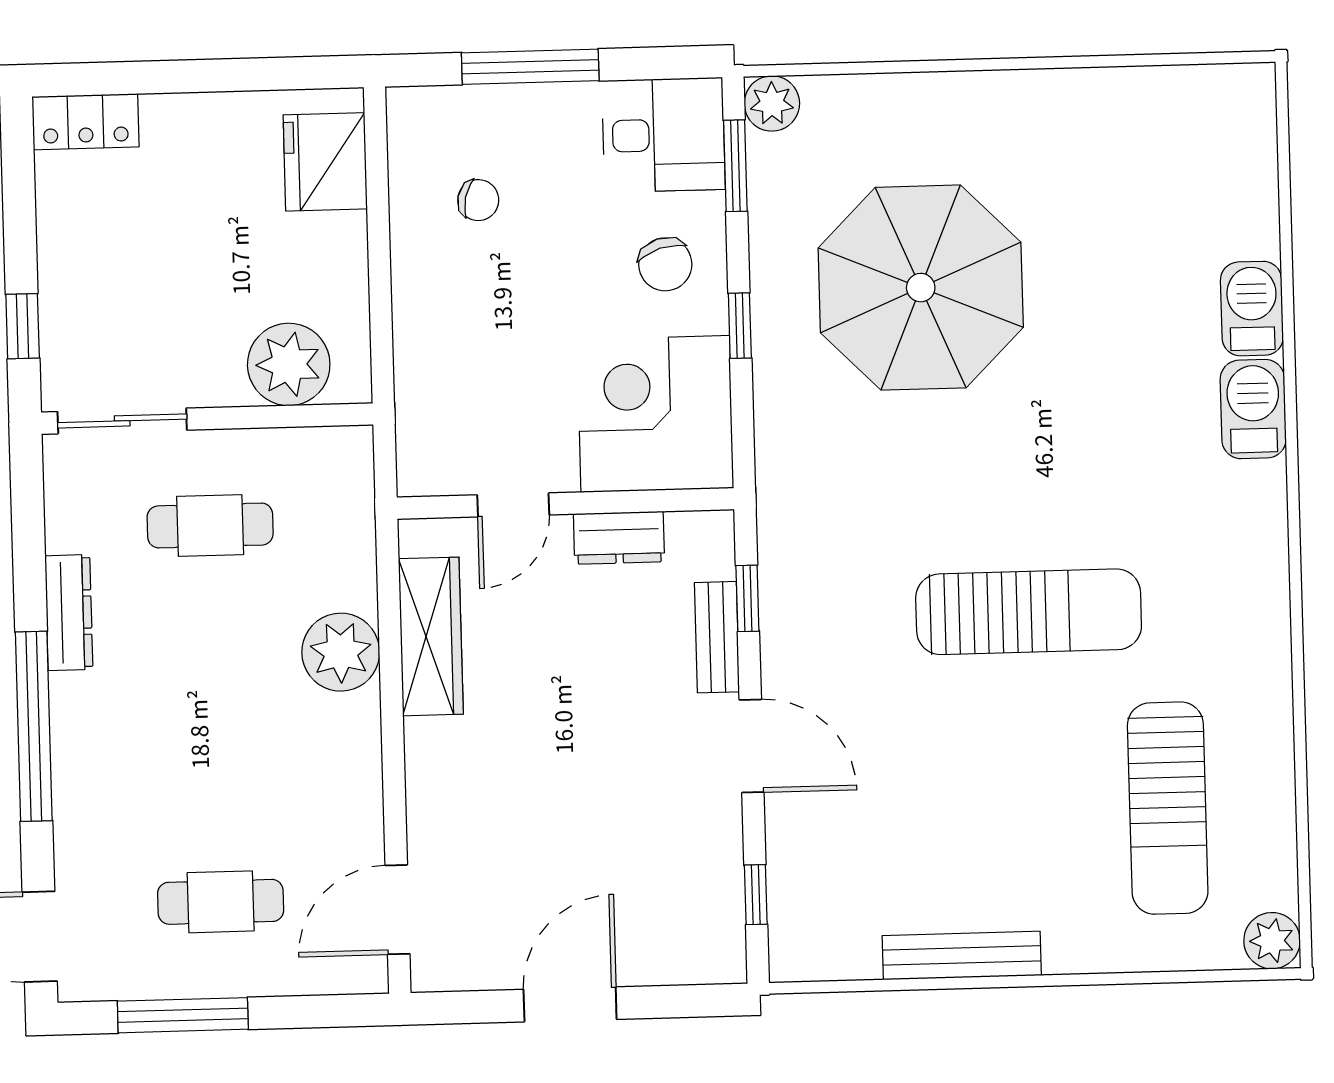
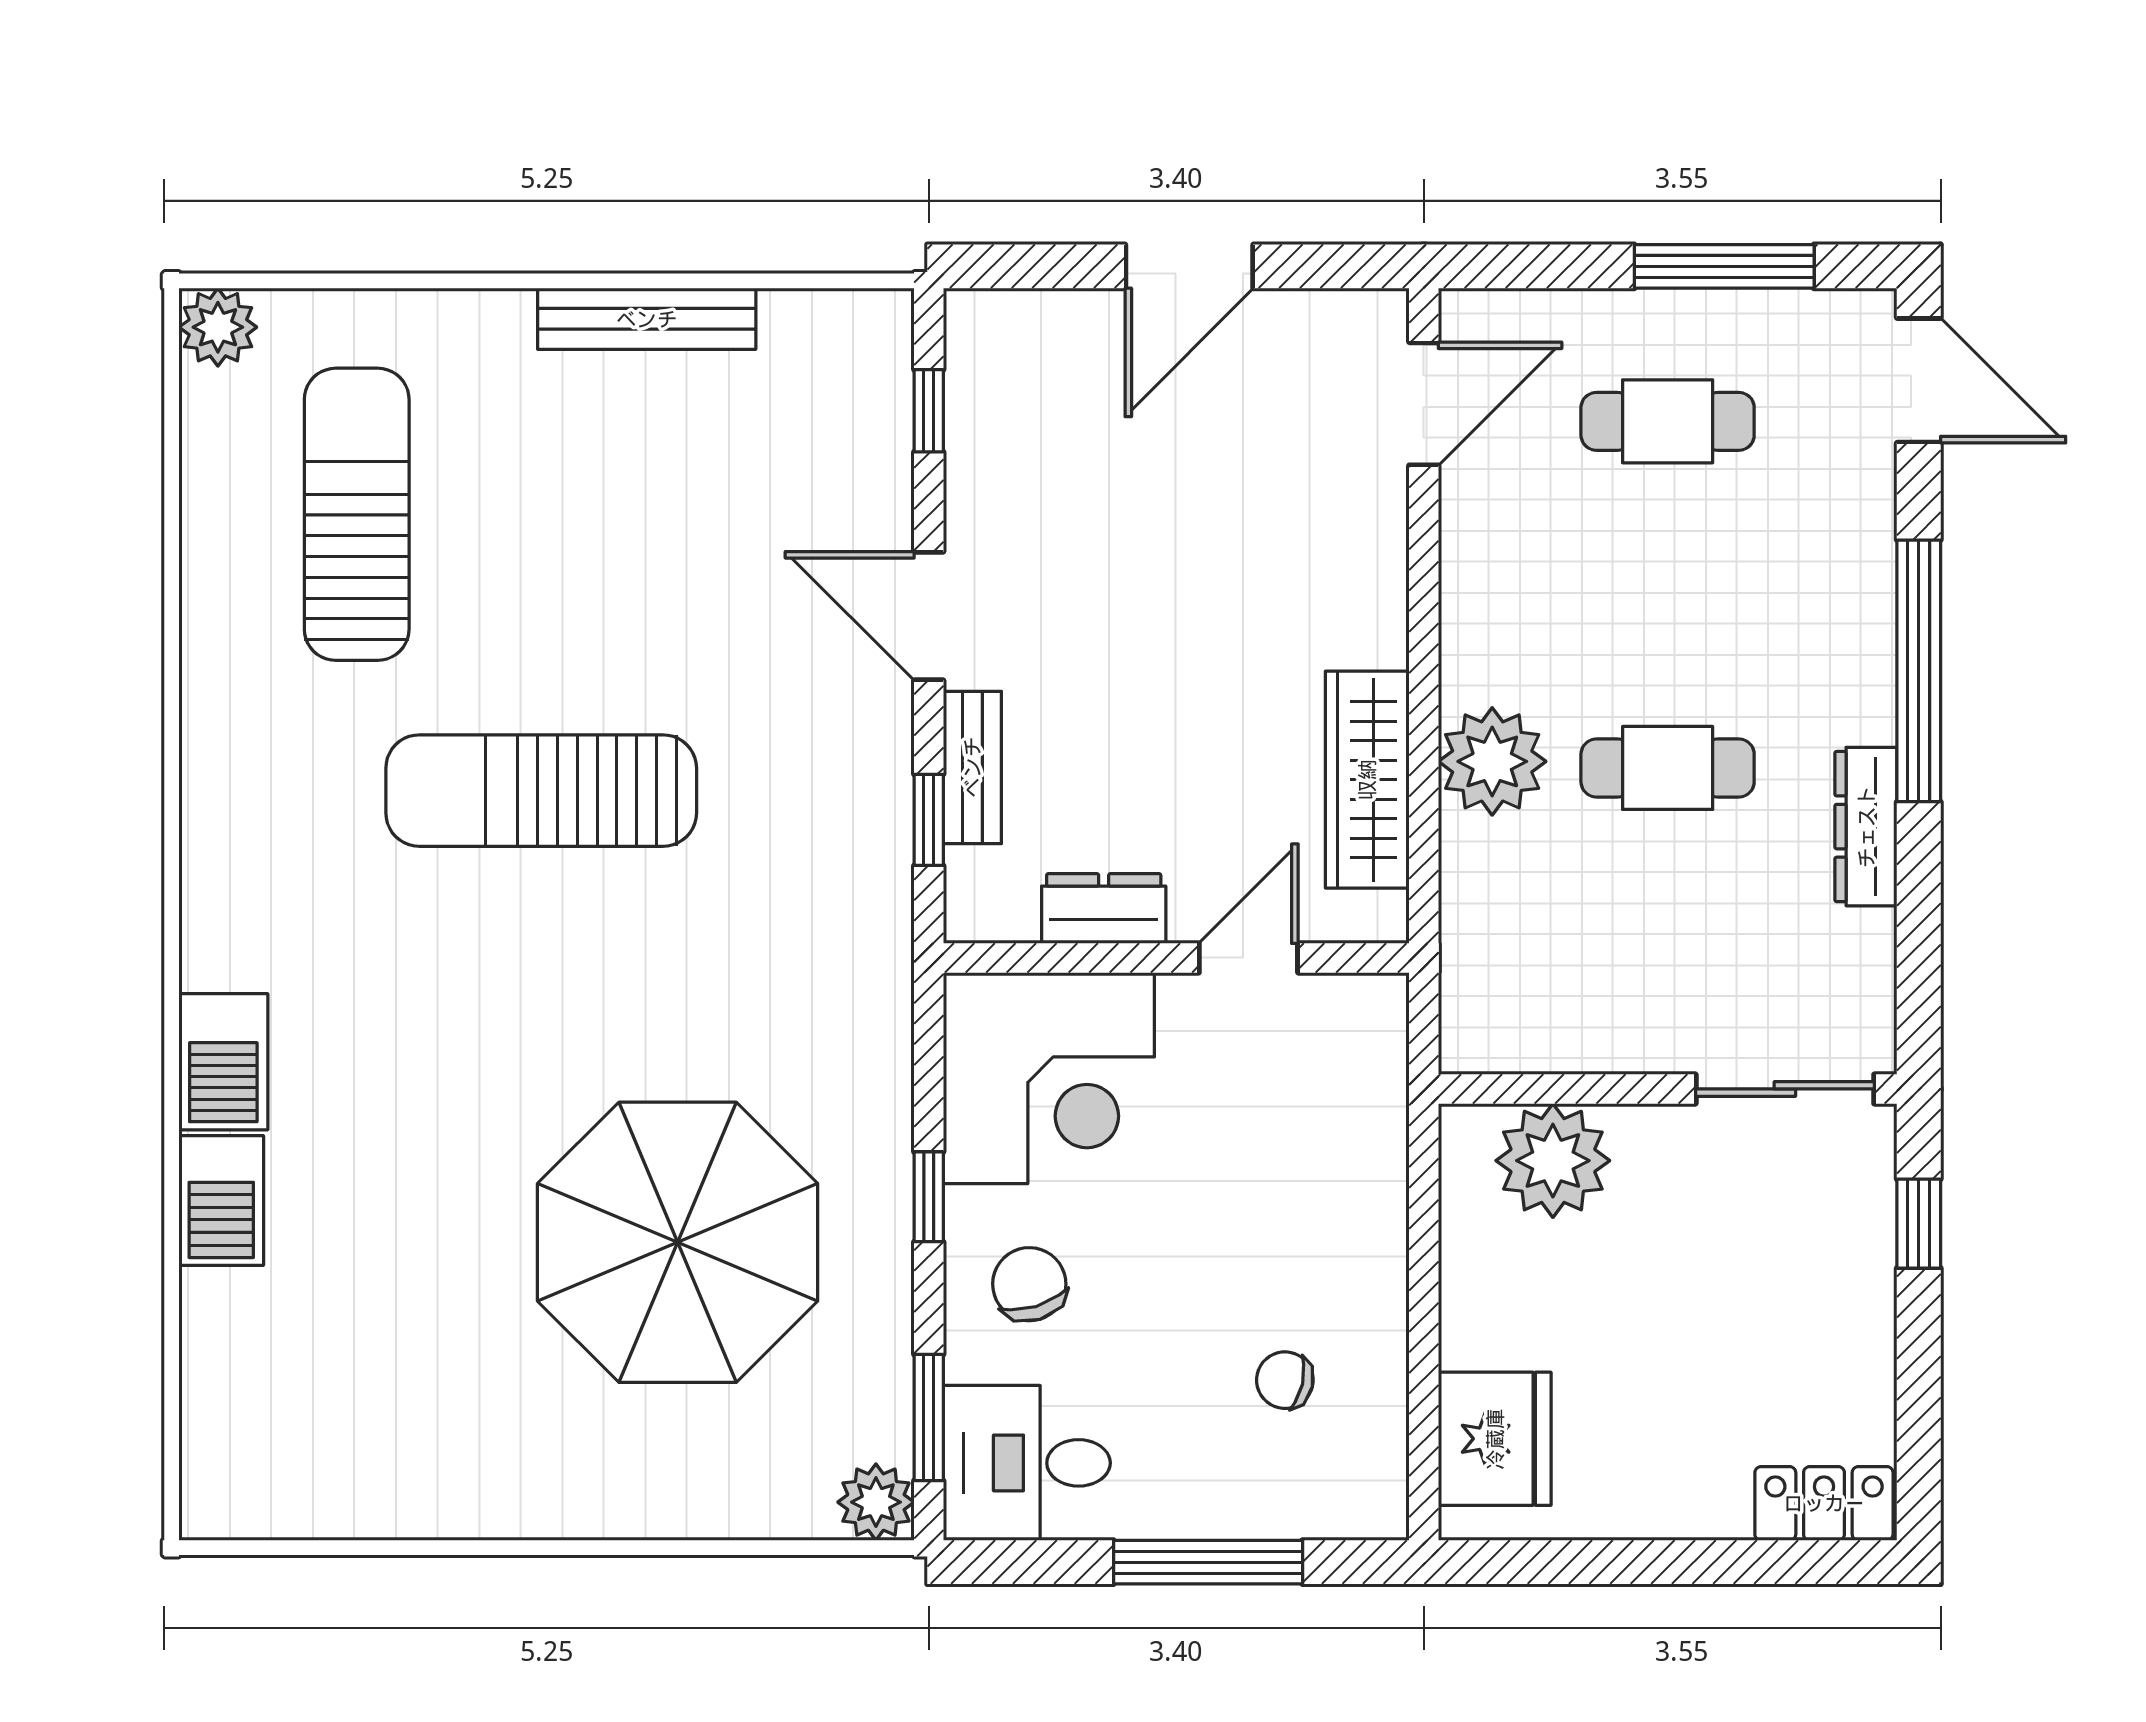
cafe table: (210, 525) -> (1668, 768), moved

